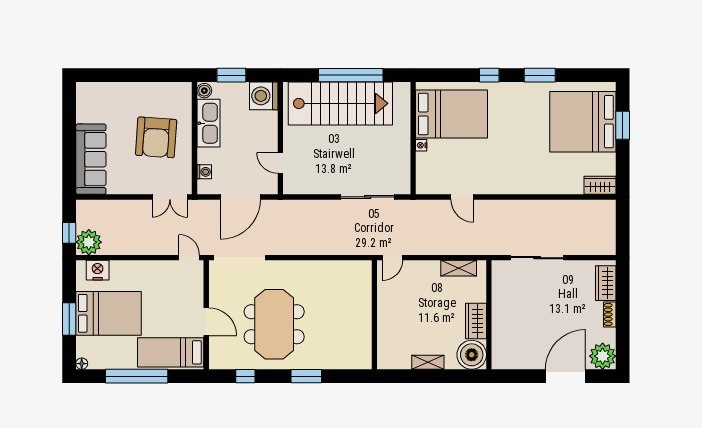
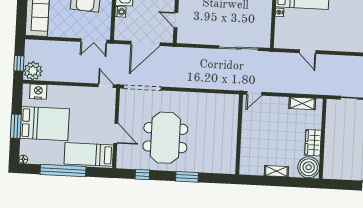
washing machine: (204, 172) -> (120, 12), moved

